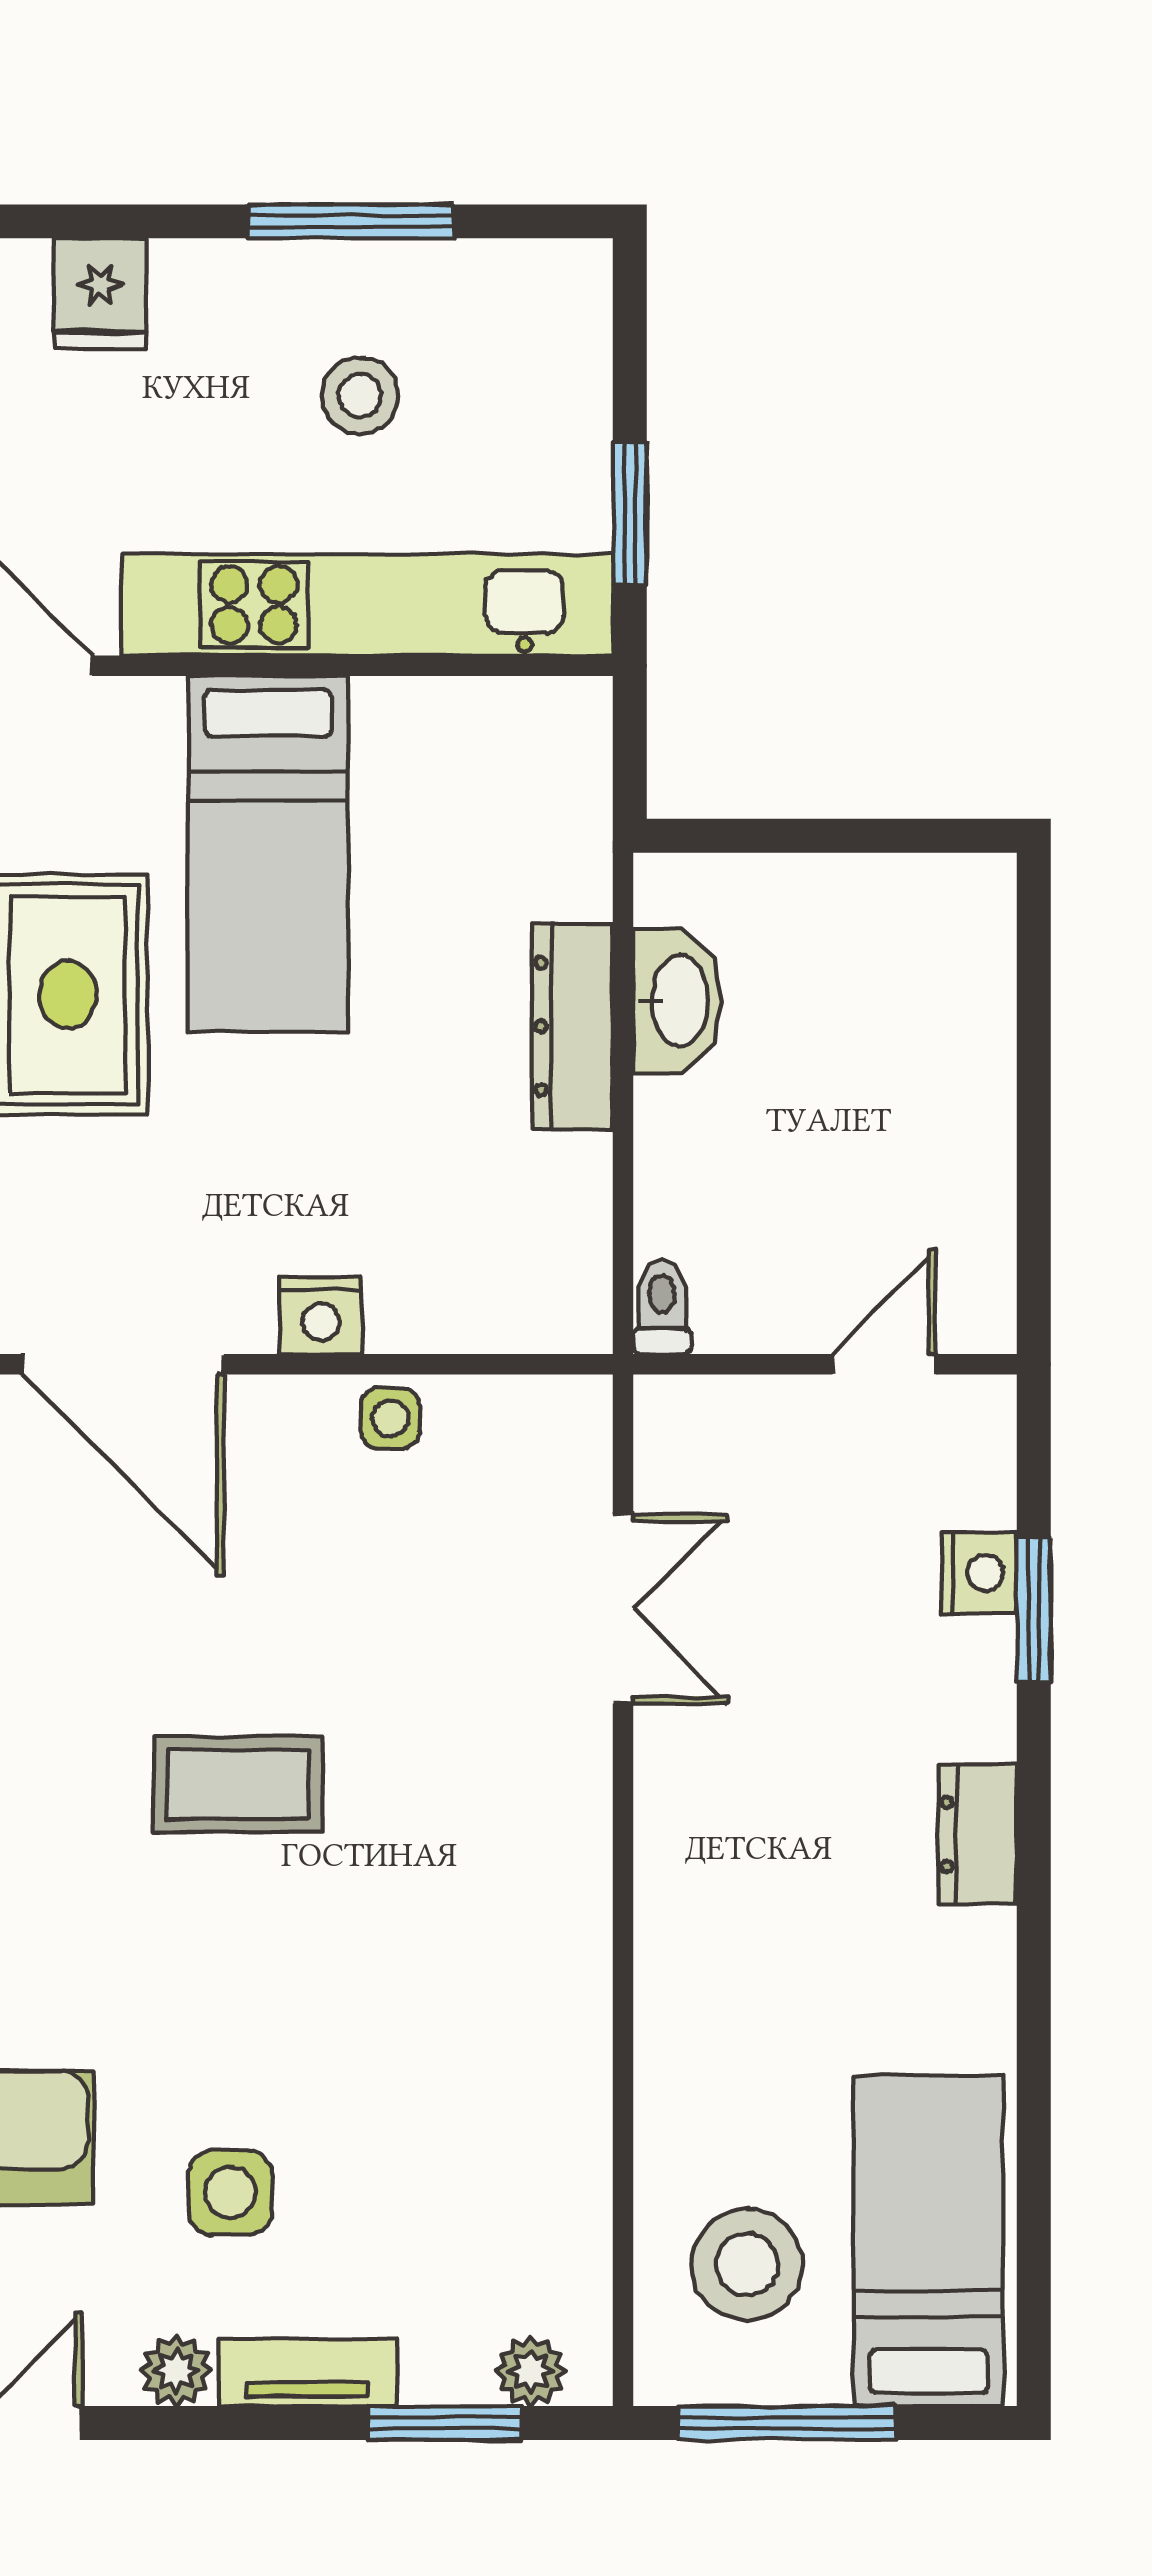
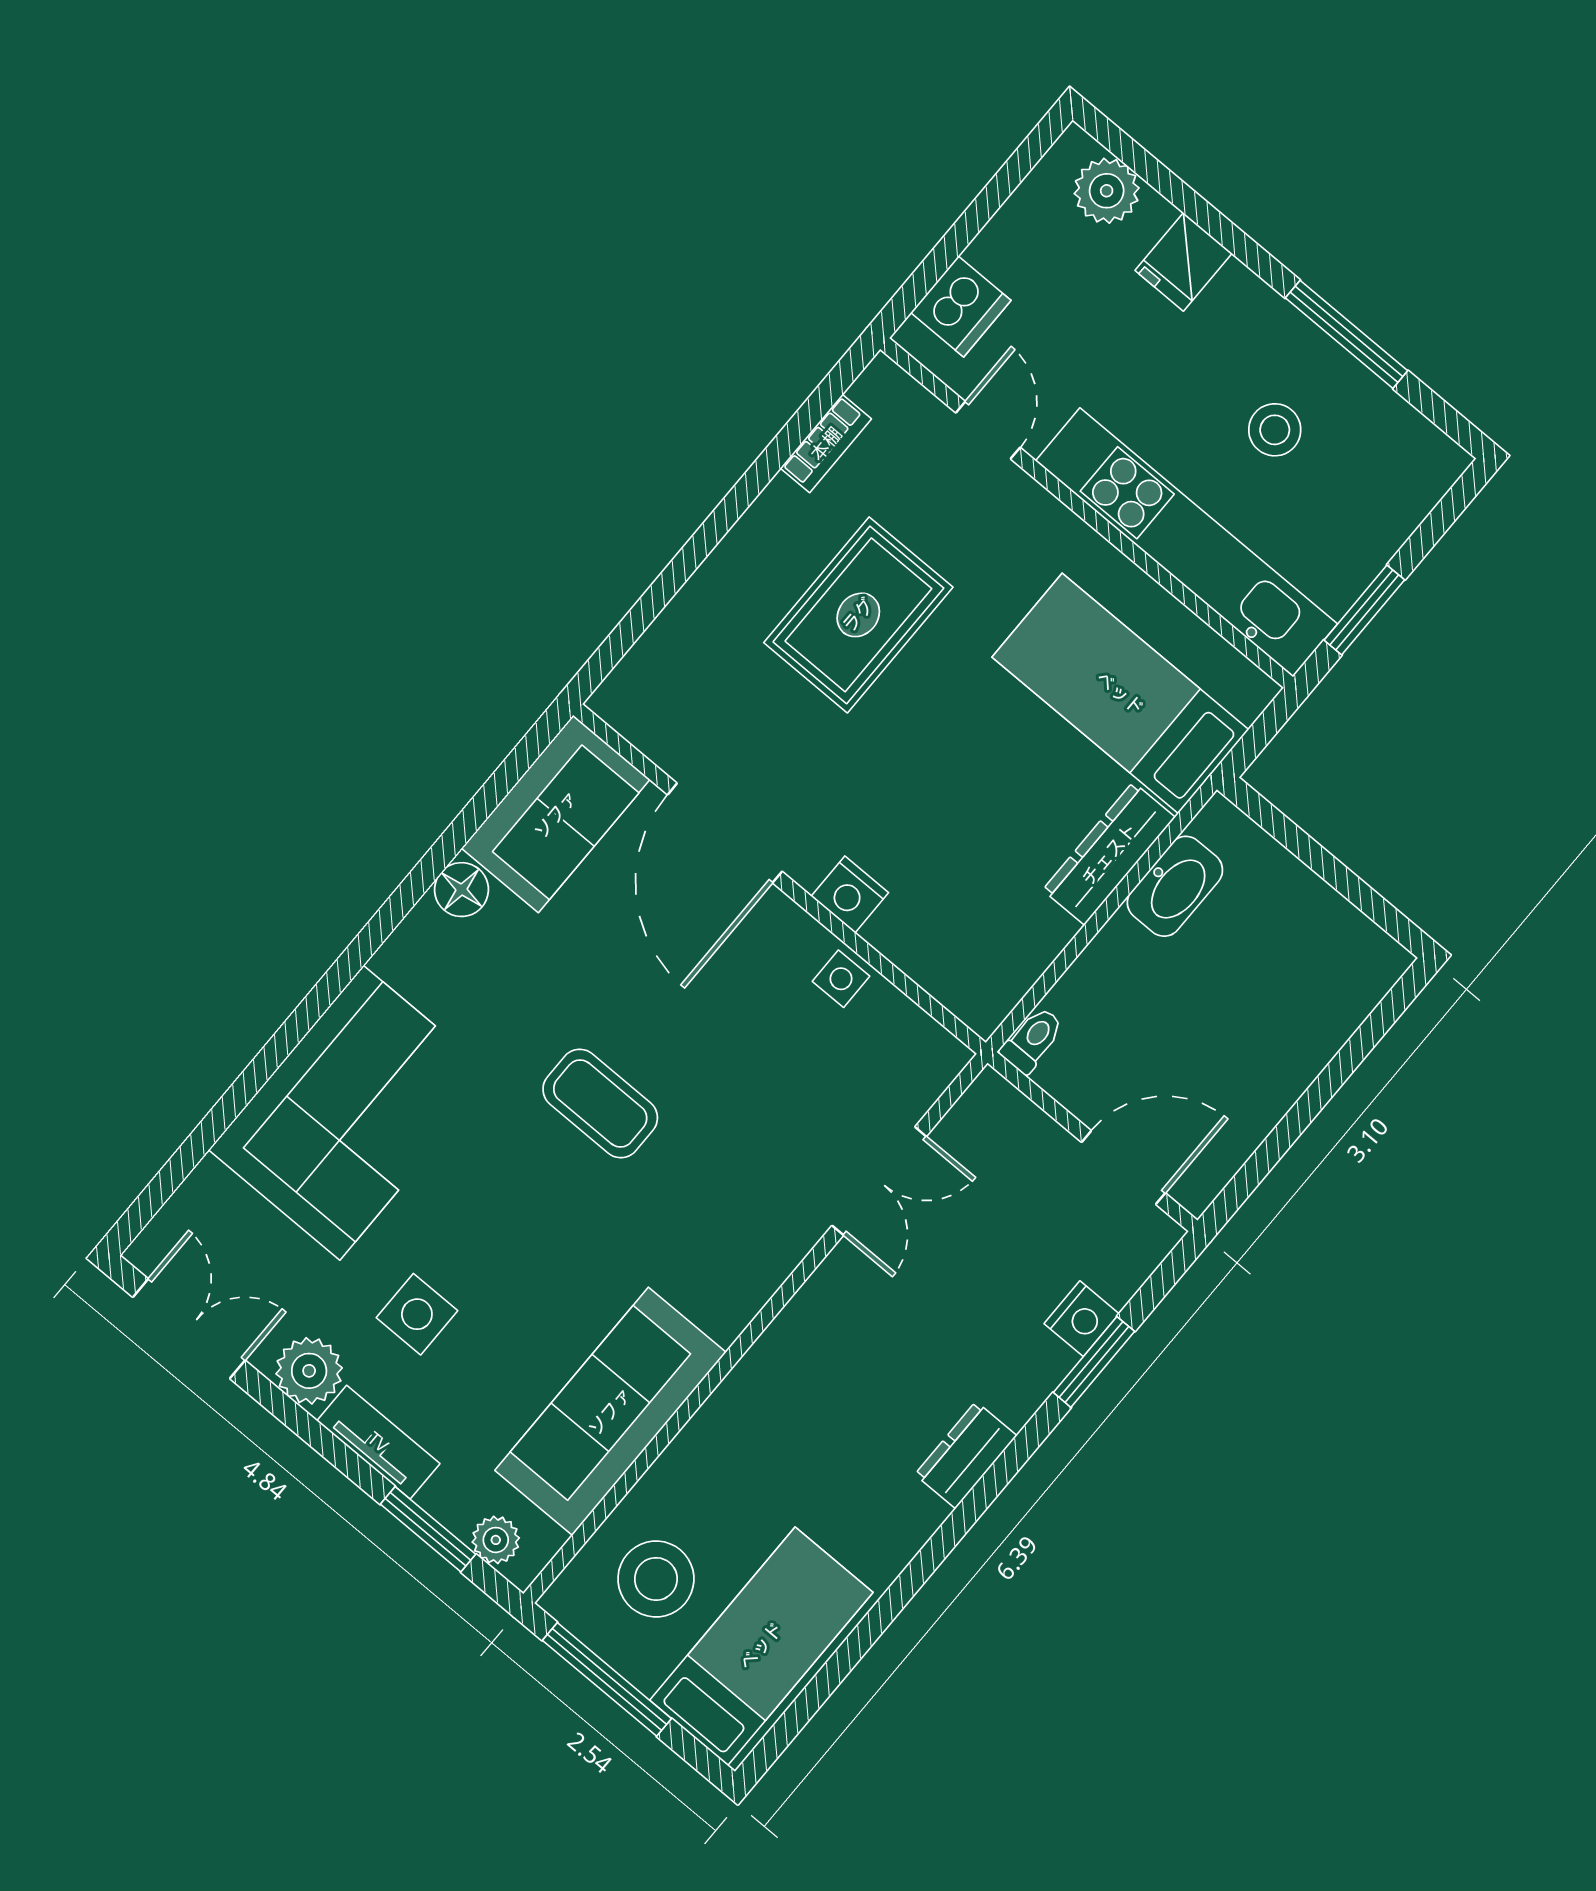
bed: (268, 854) -> (1120, 693), moved, turned 90
door: (884, 1364) -> (1124, 1168), width x1.38
sofa: (539, 2120) -> (610, 1411), added
plant: (176, 2371) -> (309, 1371), width x1.38, depth x1.38

